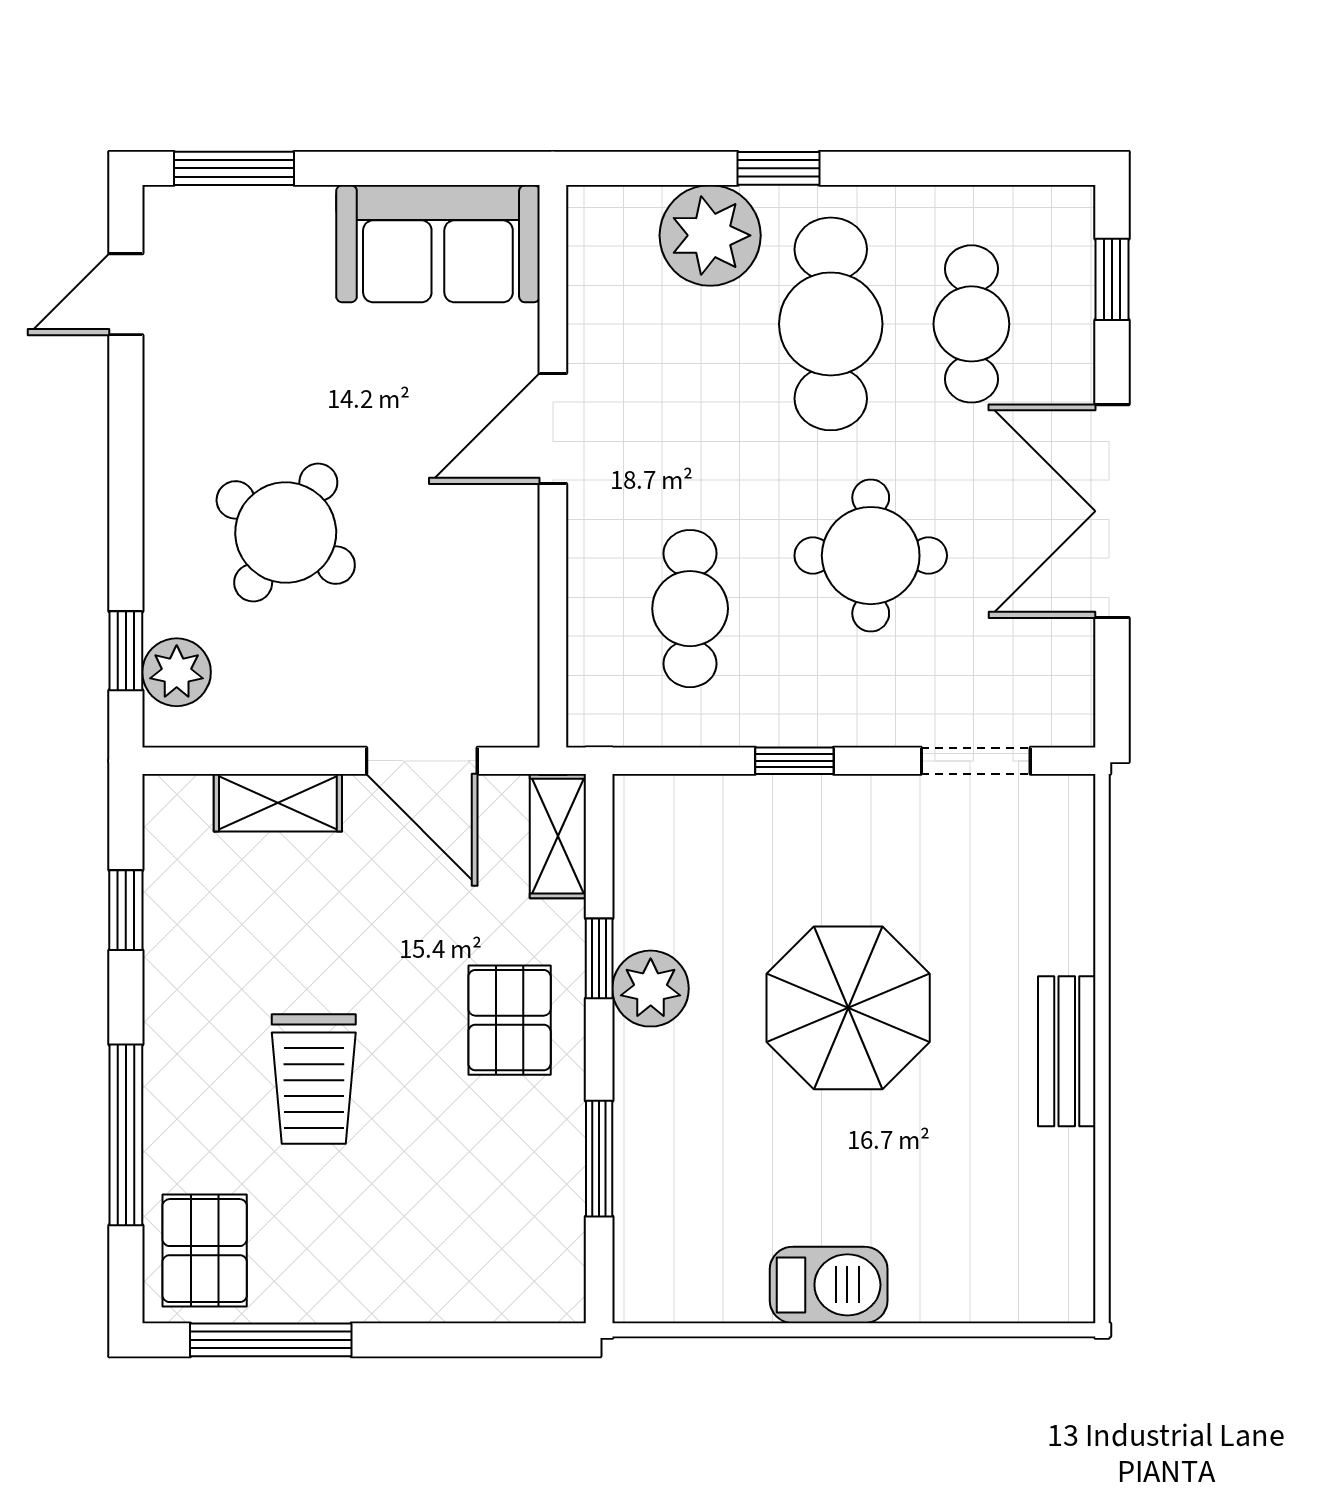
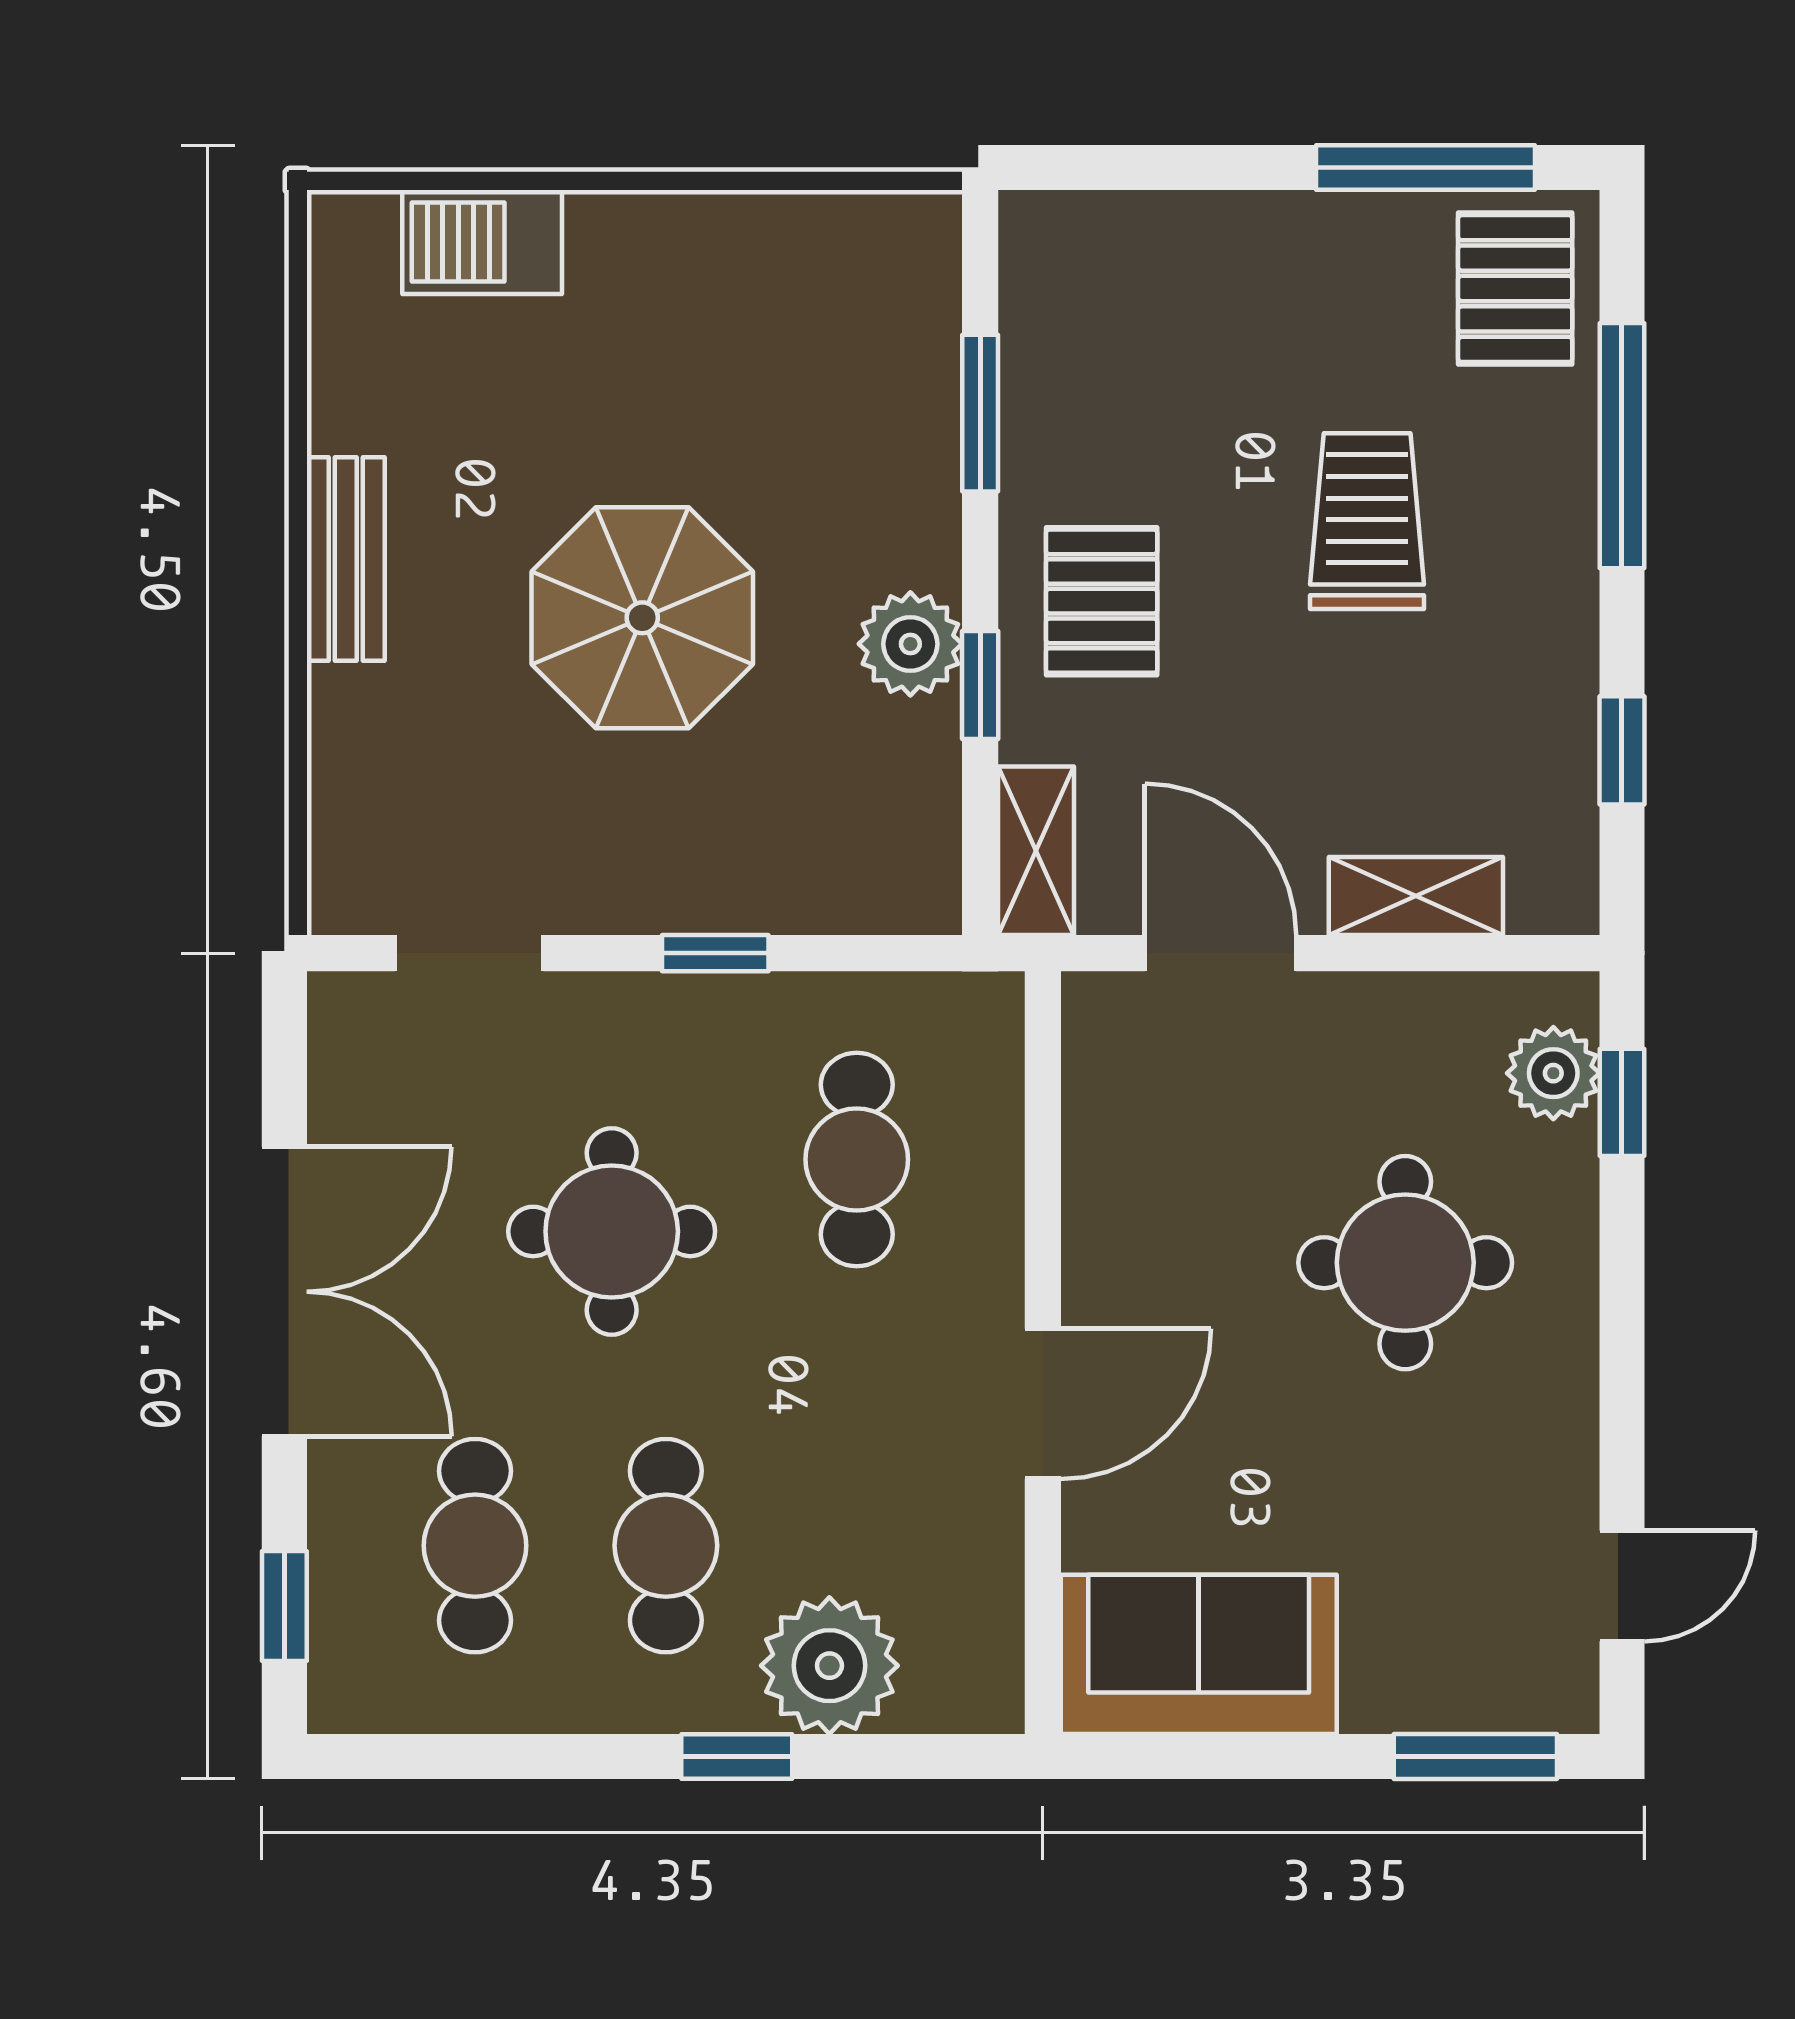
cafe table: (831, 324) -> (666, 1546), width x0.73, depth x0.74
round table: (286, 533) -> (1405, 1263), turned -33
barbecue: (829, 1285) -> (482, 242), moved

